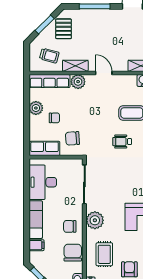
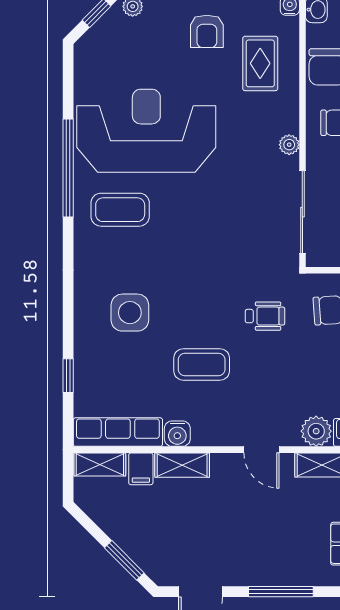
wheelchair: (122, 142) -> (265, 316), moved
plant: (95, 220) -> (289, 145), width x0.53, depth x0.53

